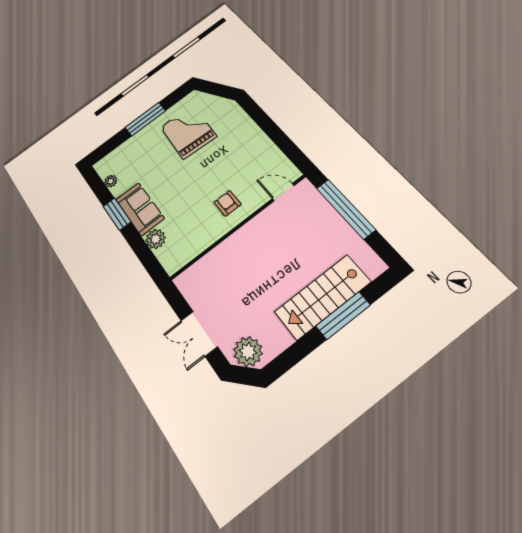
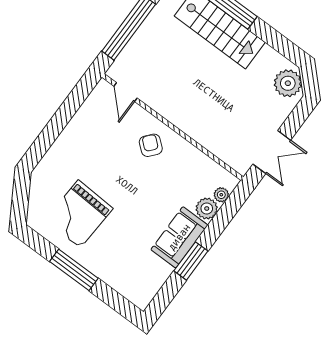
plant: (111, 181) -> (221, 195), moved
armchair: (228, 203) -> (151, 145), turned 130
double door: (199, 334) -> (272, 152), moved

